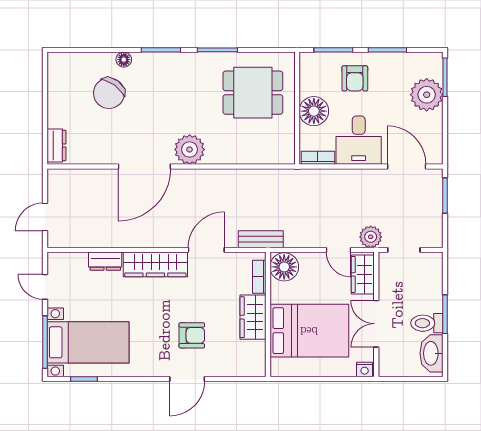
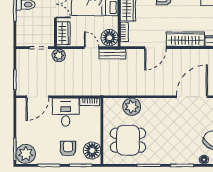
plant: (427, 95) -> (26, 154), moved
floor lamp: (314, 111) -> (92, 150), moved
plant: (190, 149) -> (132, 107), moved
door: (407, 167) -> (37, 97), hinge flipped
bench: (261, 239) -> (112, 54), moved
door: (339, 250) -> (92, 48), moved

